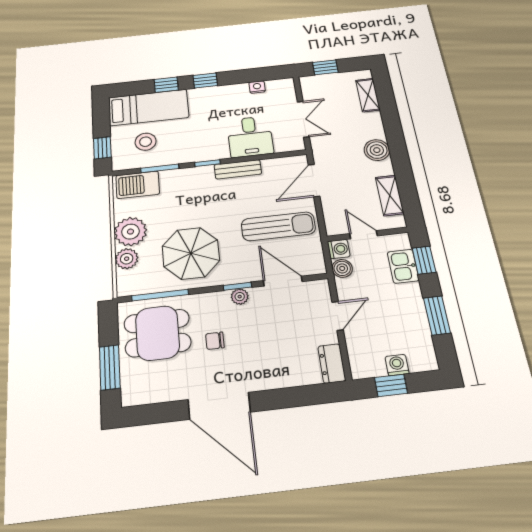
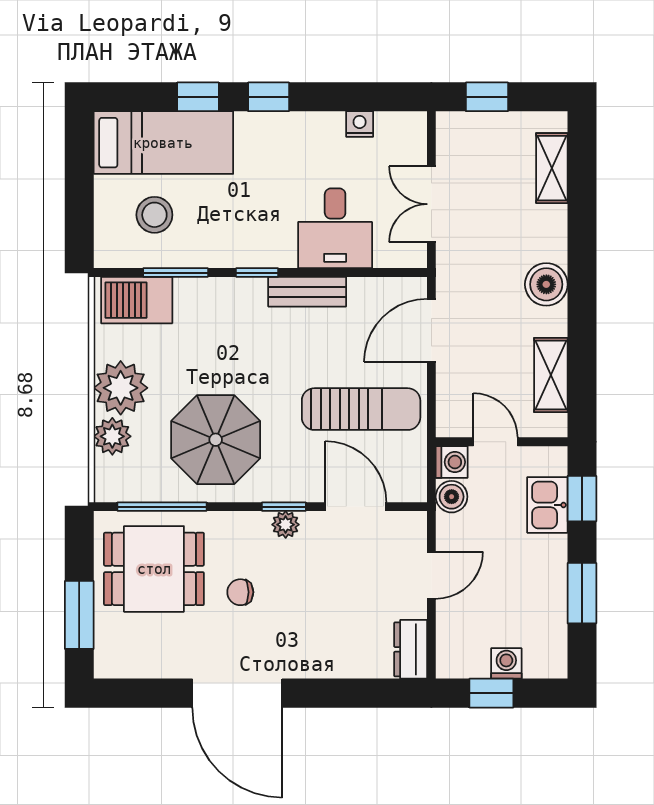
double door: (303, 119) -> (431, 204), swing flipped
window: (102, 148) -> (79, 218), removed

